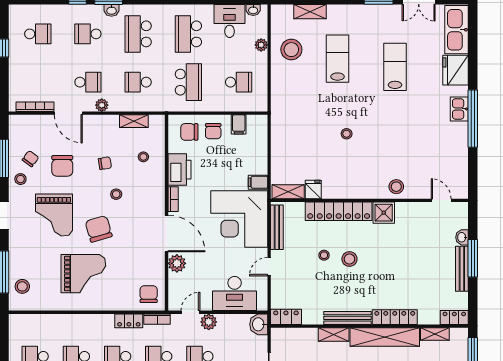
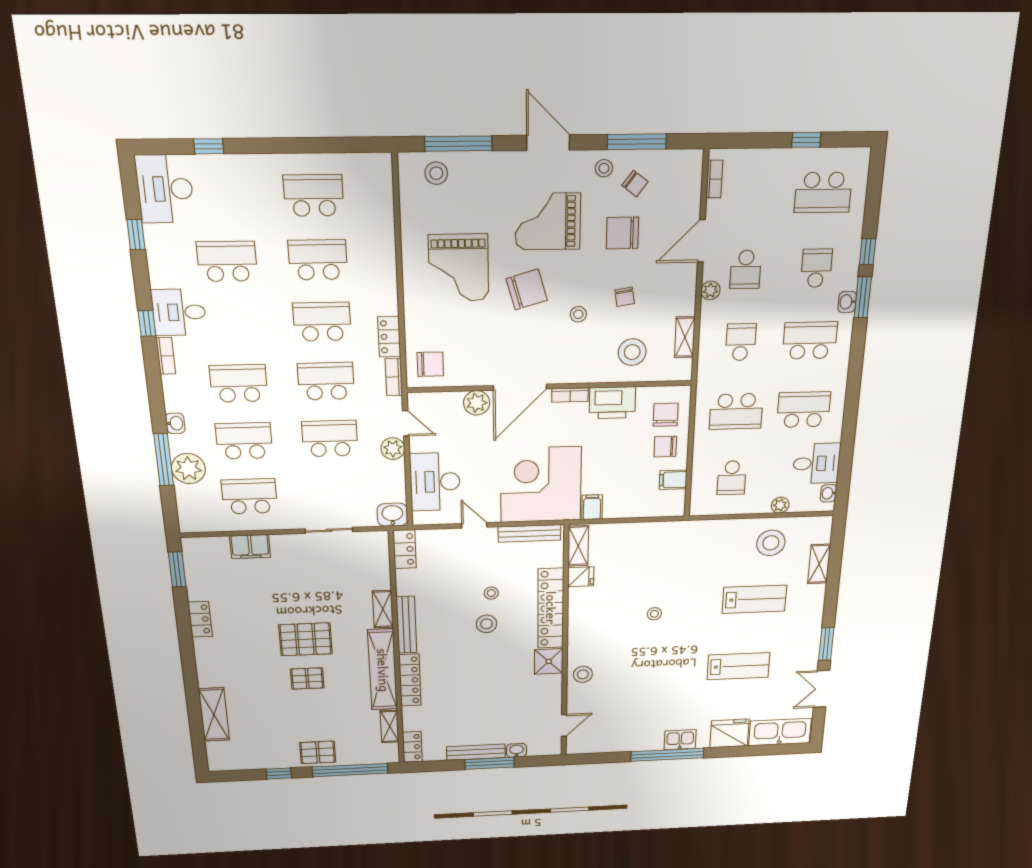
school desk: (38, 34) -> (823, 192), width x1.85
bookcase: (35, 107) -> (714, 179), width x0.64
stool: (143, 157) -> (632, 352), width x1.89, depth x1.89

